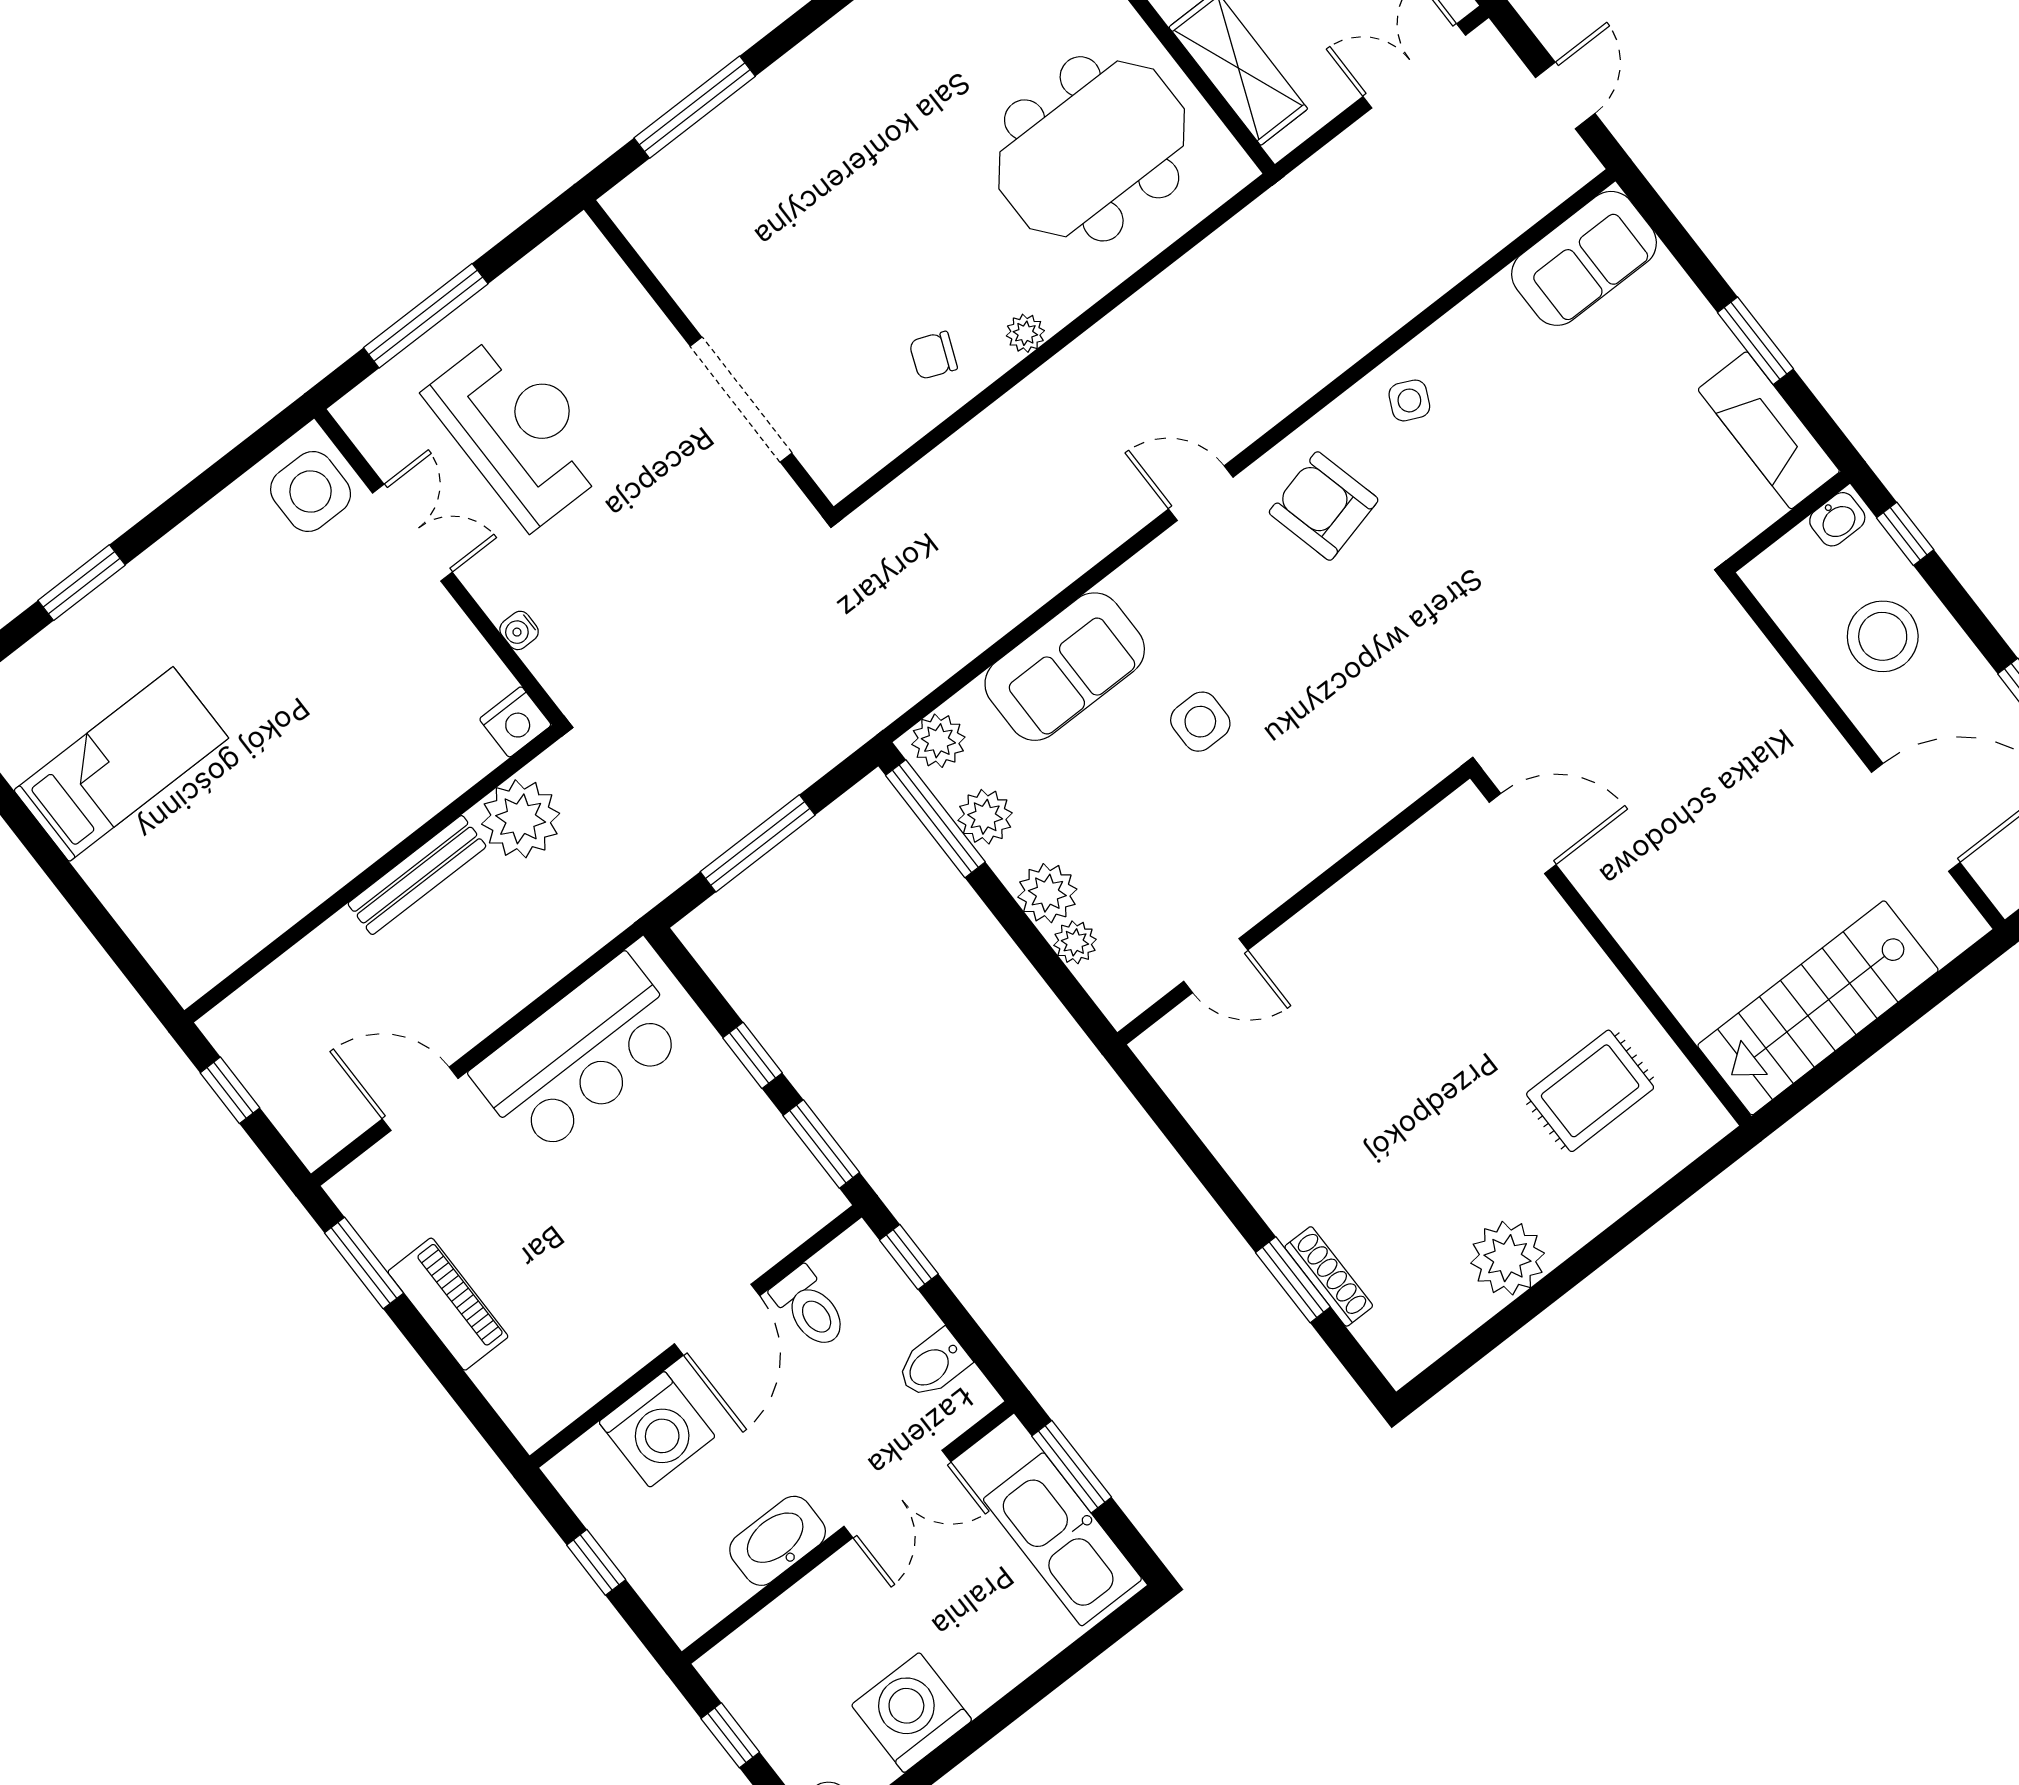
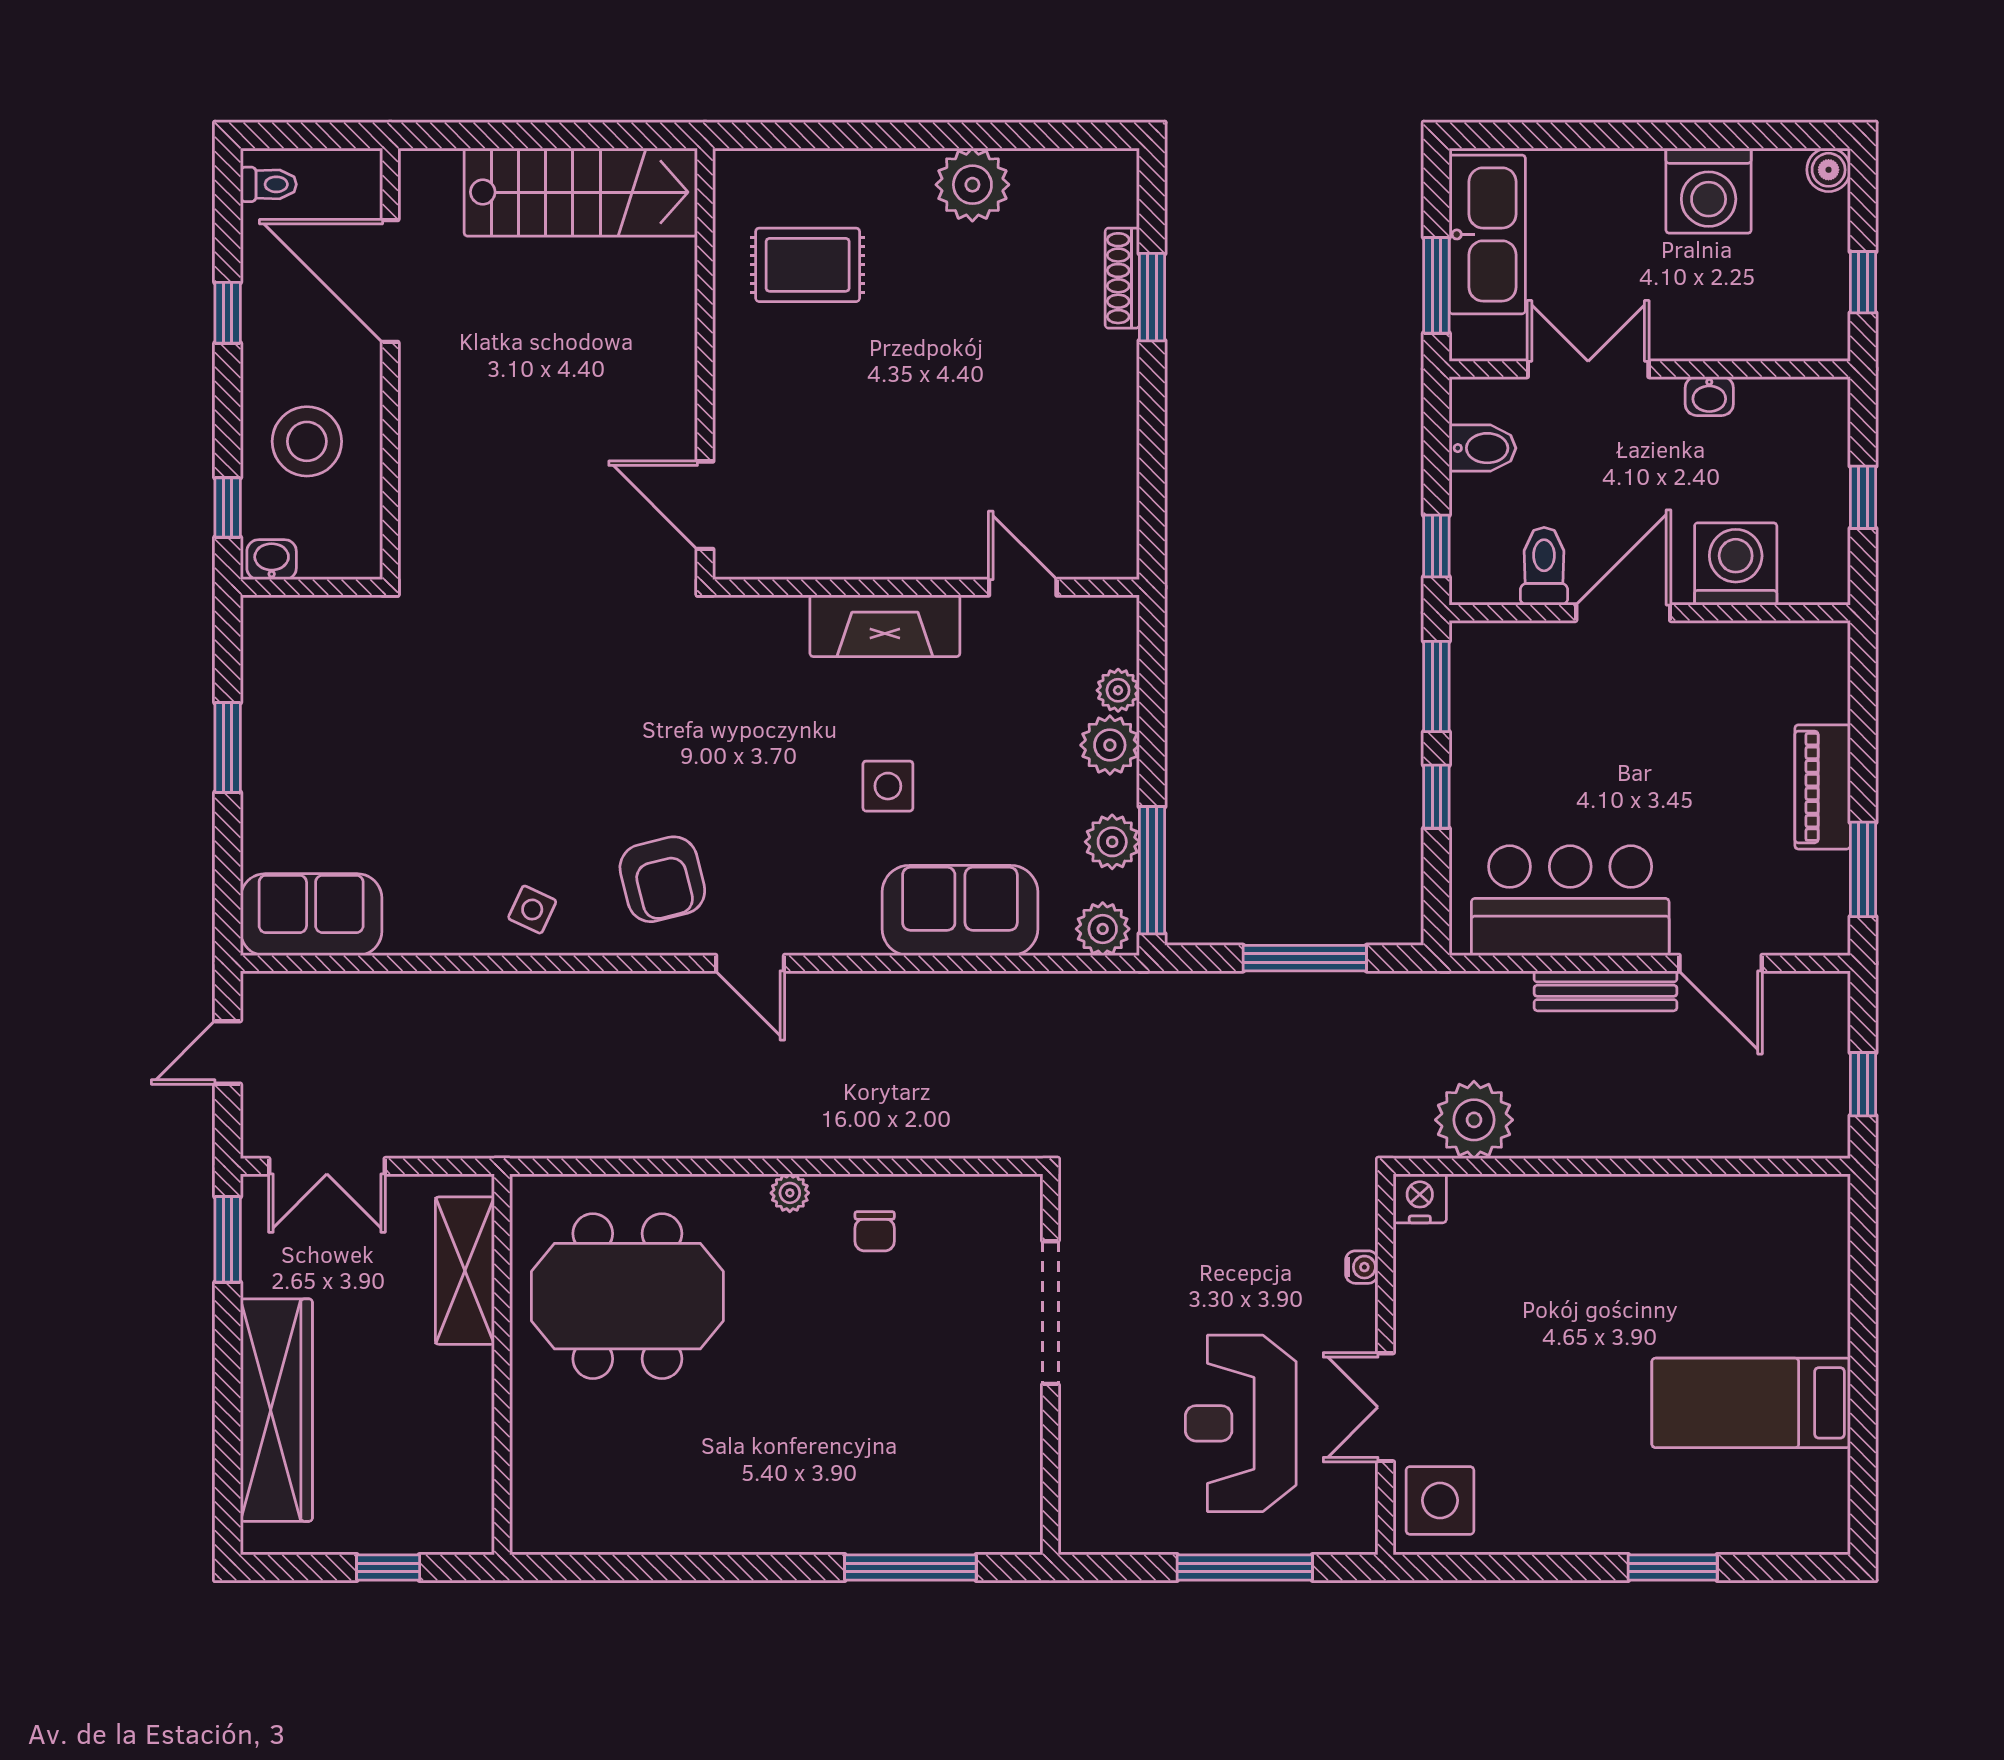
chair: (933, 355) -> (875, 1231), turned 68
fireplace: (1769, 430) -> (885, 626), moved, turned 90
bench: (417, 875) -> (1606, 991), moved
washbasin: (778, 1541) -> (1709, 396), width x0.52, depth x0.69

